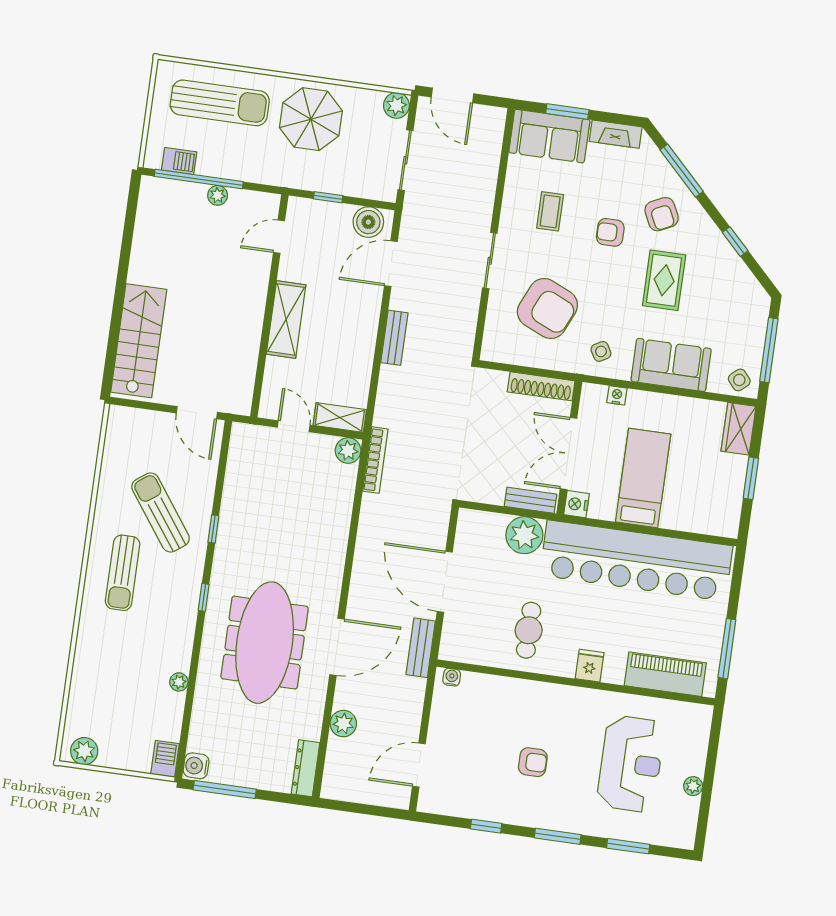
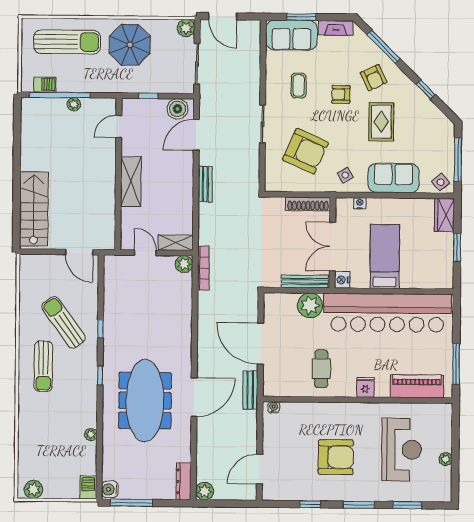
bench: (531, 500) -> (305, 281), width x1.36
plant: (343, 724) -> (205, 491), moved
armchair: (533, 762) -> (336, 457), width x1.88, depth x1.88

